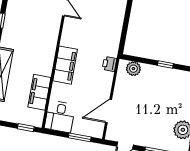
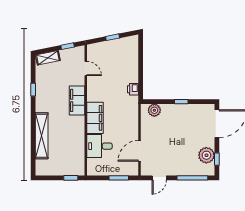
printer: (109, 64) -> (133, 89), moved
filing cabinet: (39, 92) -> (77, 100), moved
desk: (60, 117) -> (99, 146), moved, turned 90

